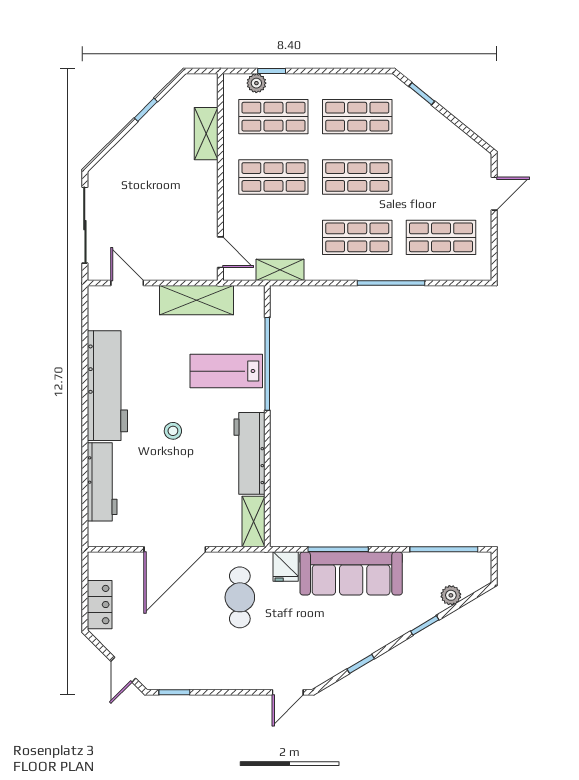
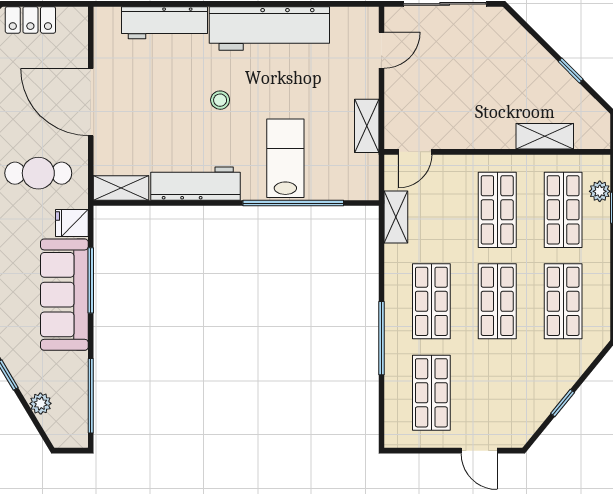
window: (422, 94) -> (563, 403), moved
shelving: (197, 300) -> (367, 126), width x0.67, depth x0.75

